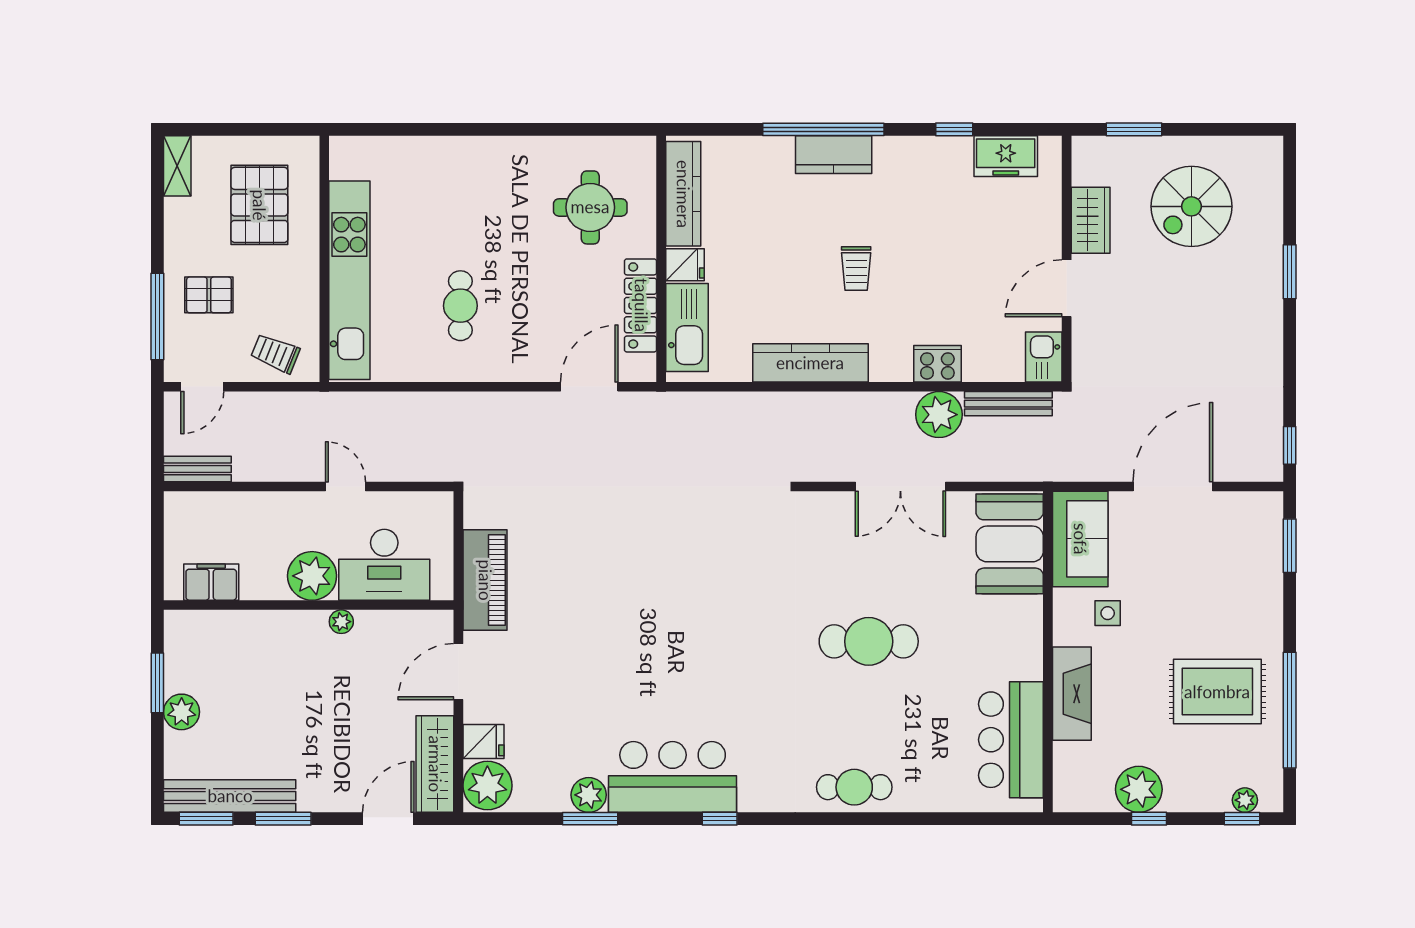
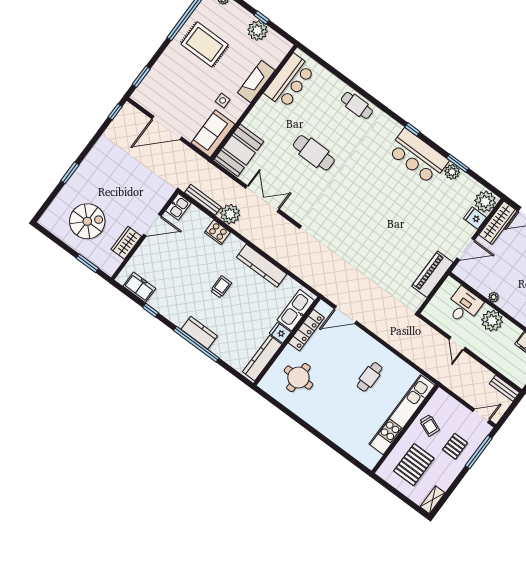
pallet: (209, 295) -> (455, 446), turned 90
trolley: (275, 353) -> (430, 425), moved
desk: (384, 565) -> (464, 306), width x0.73

